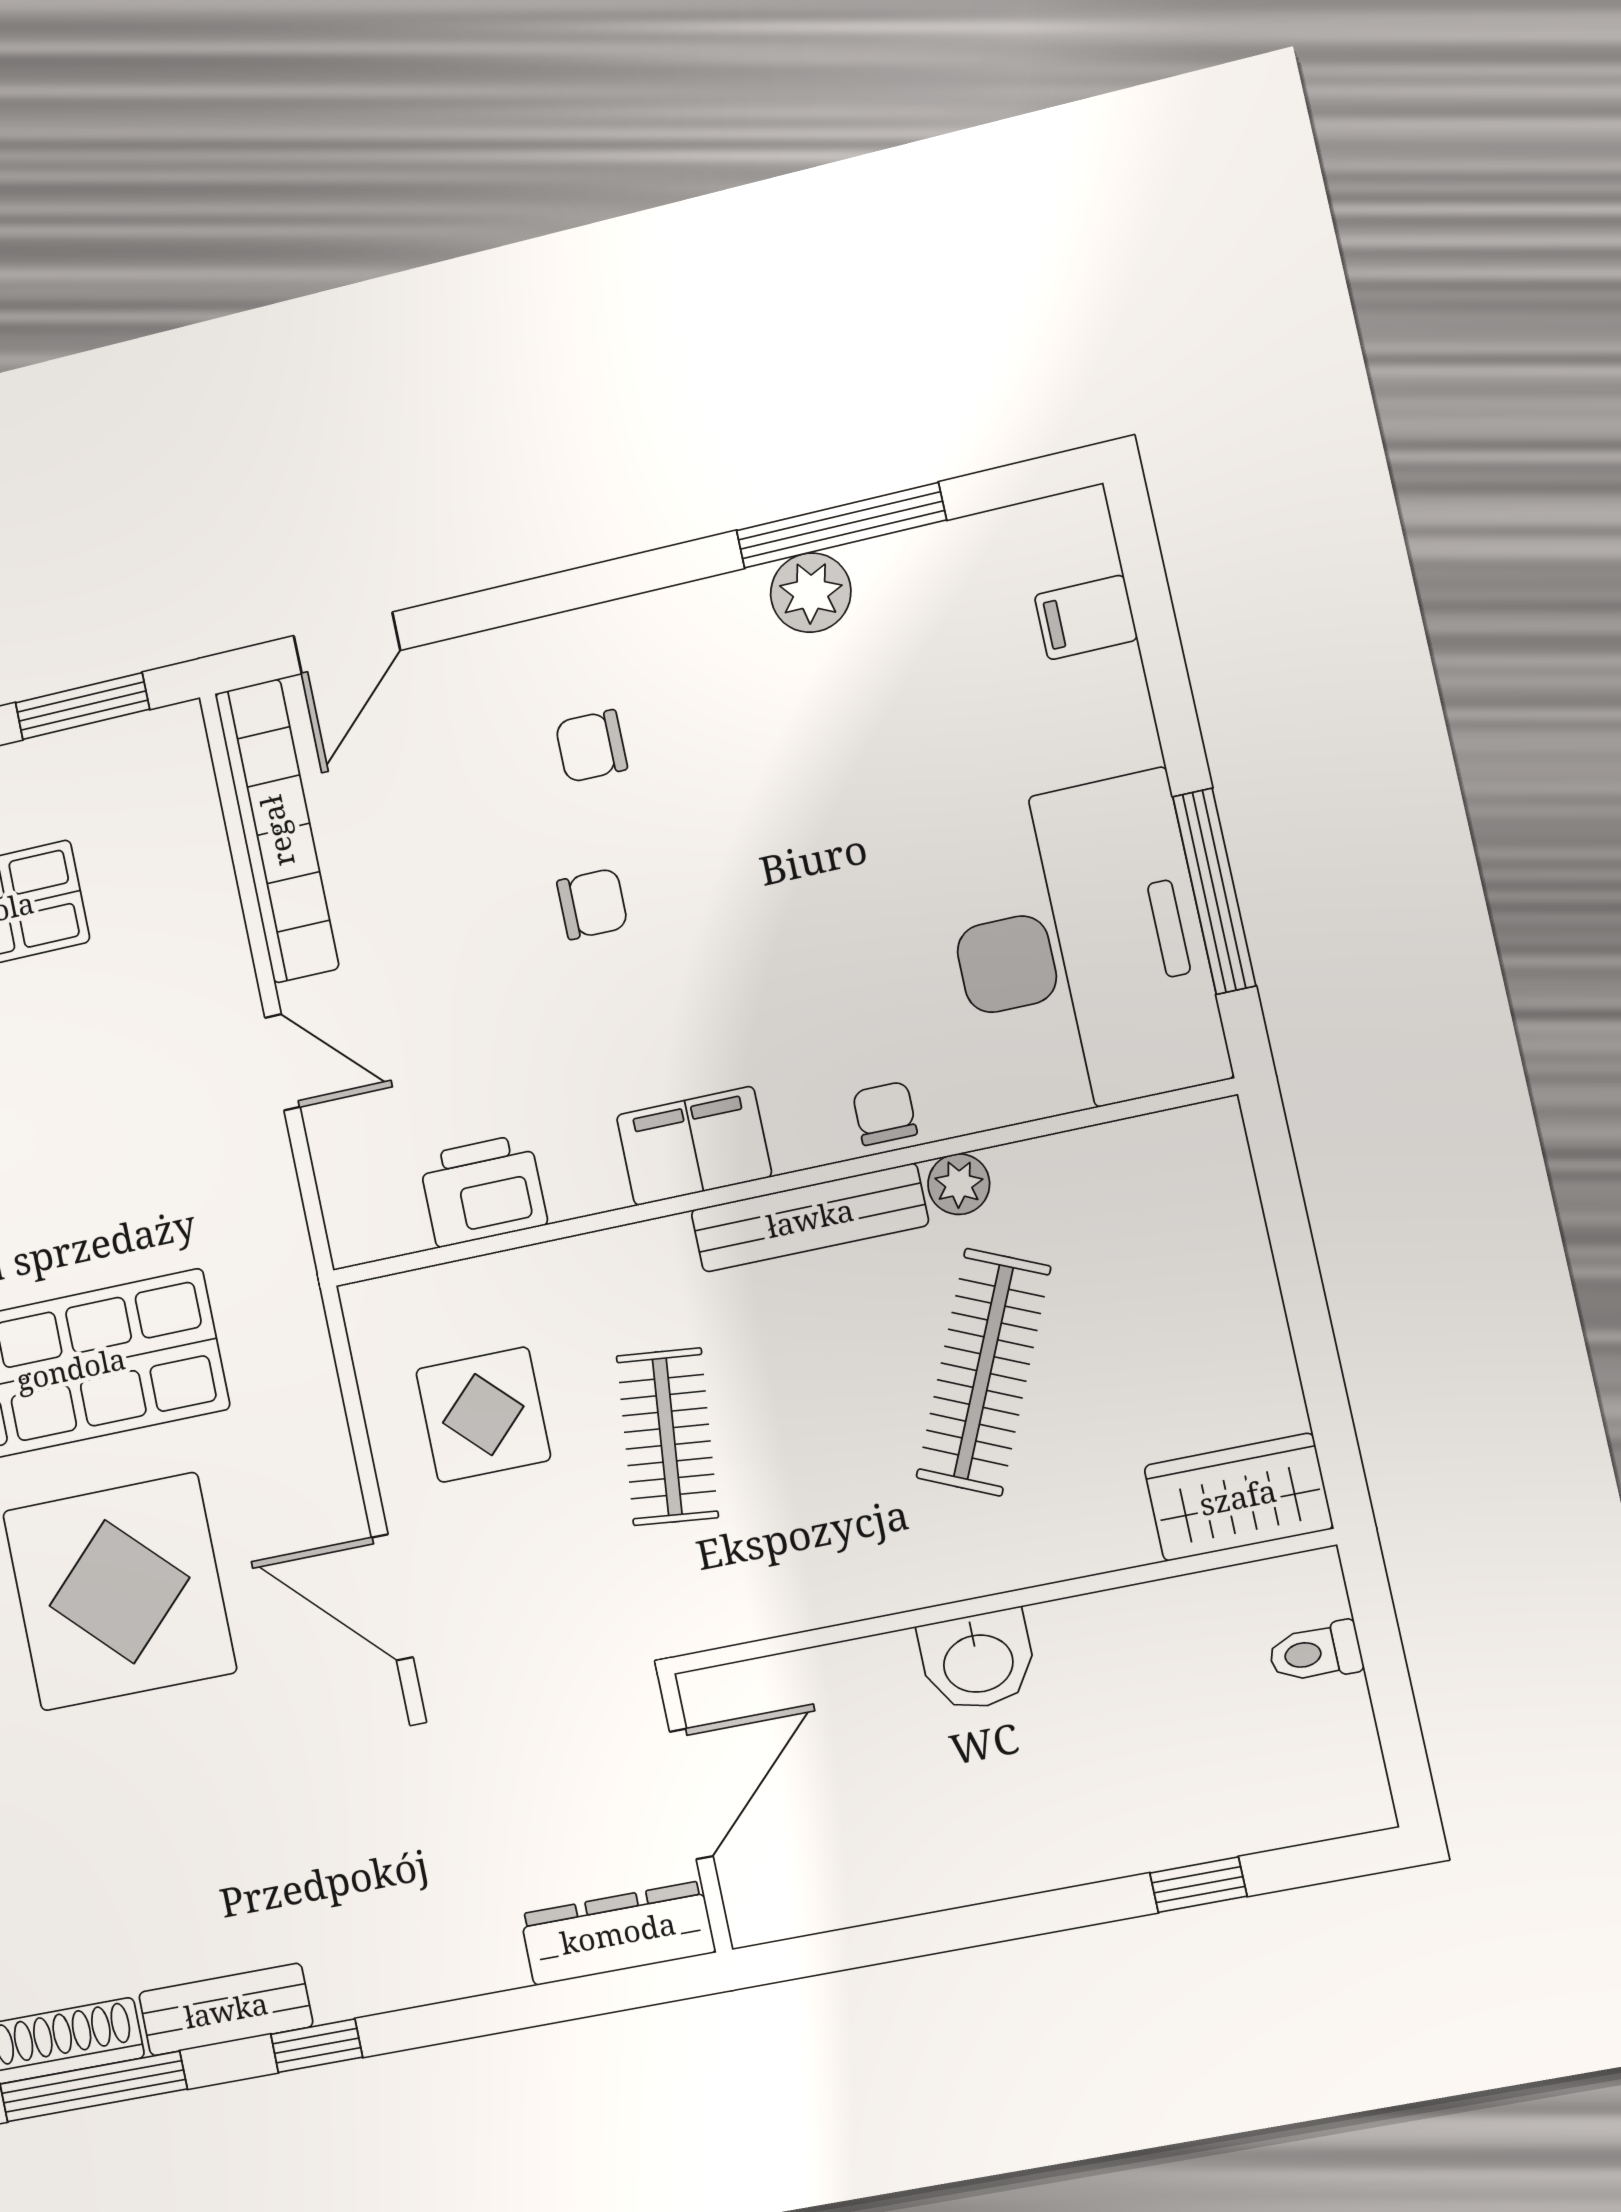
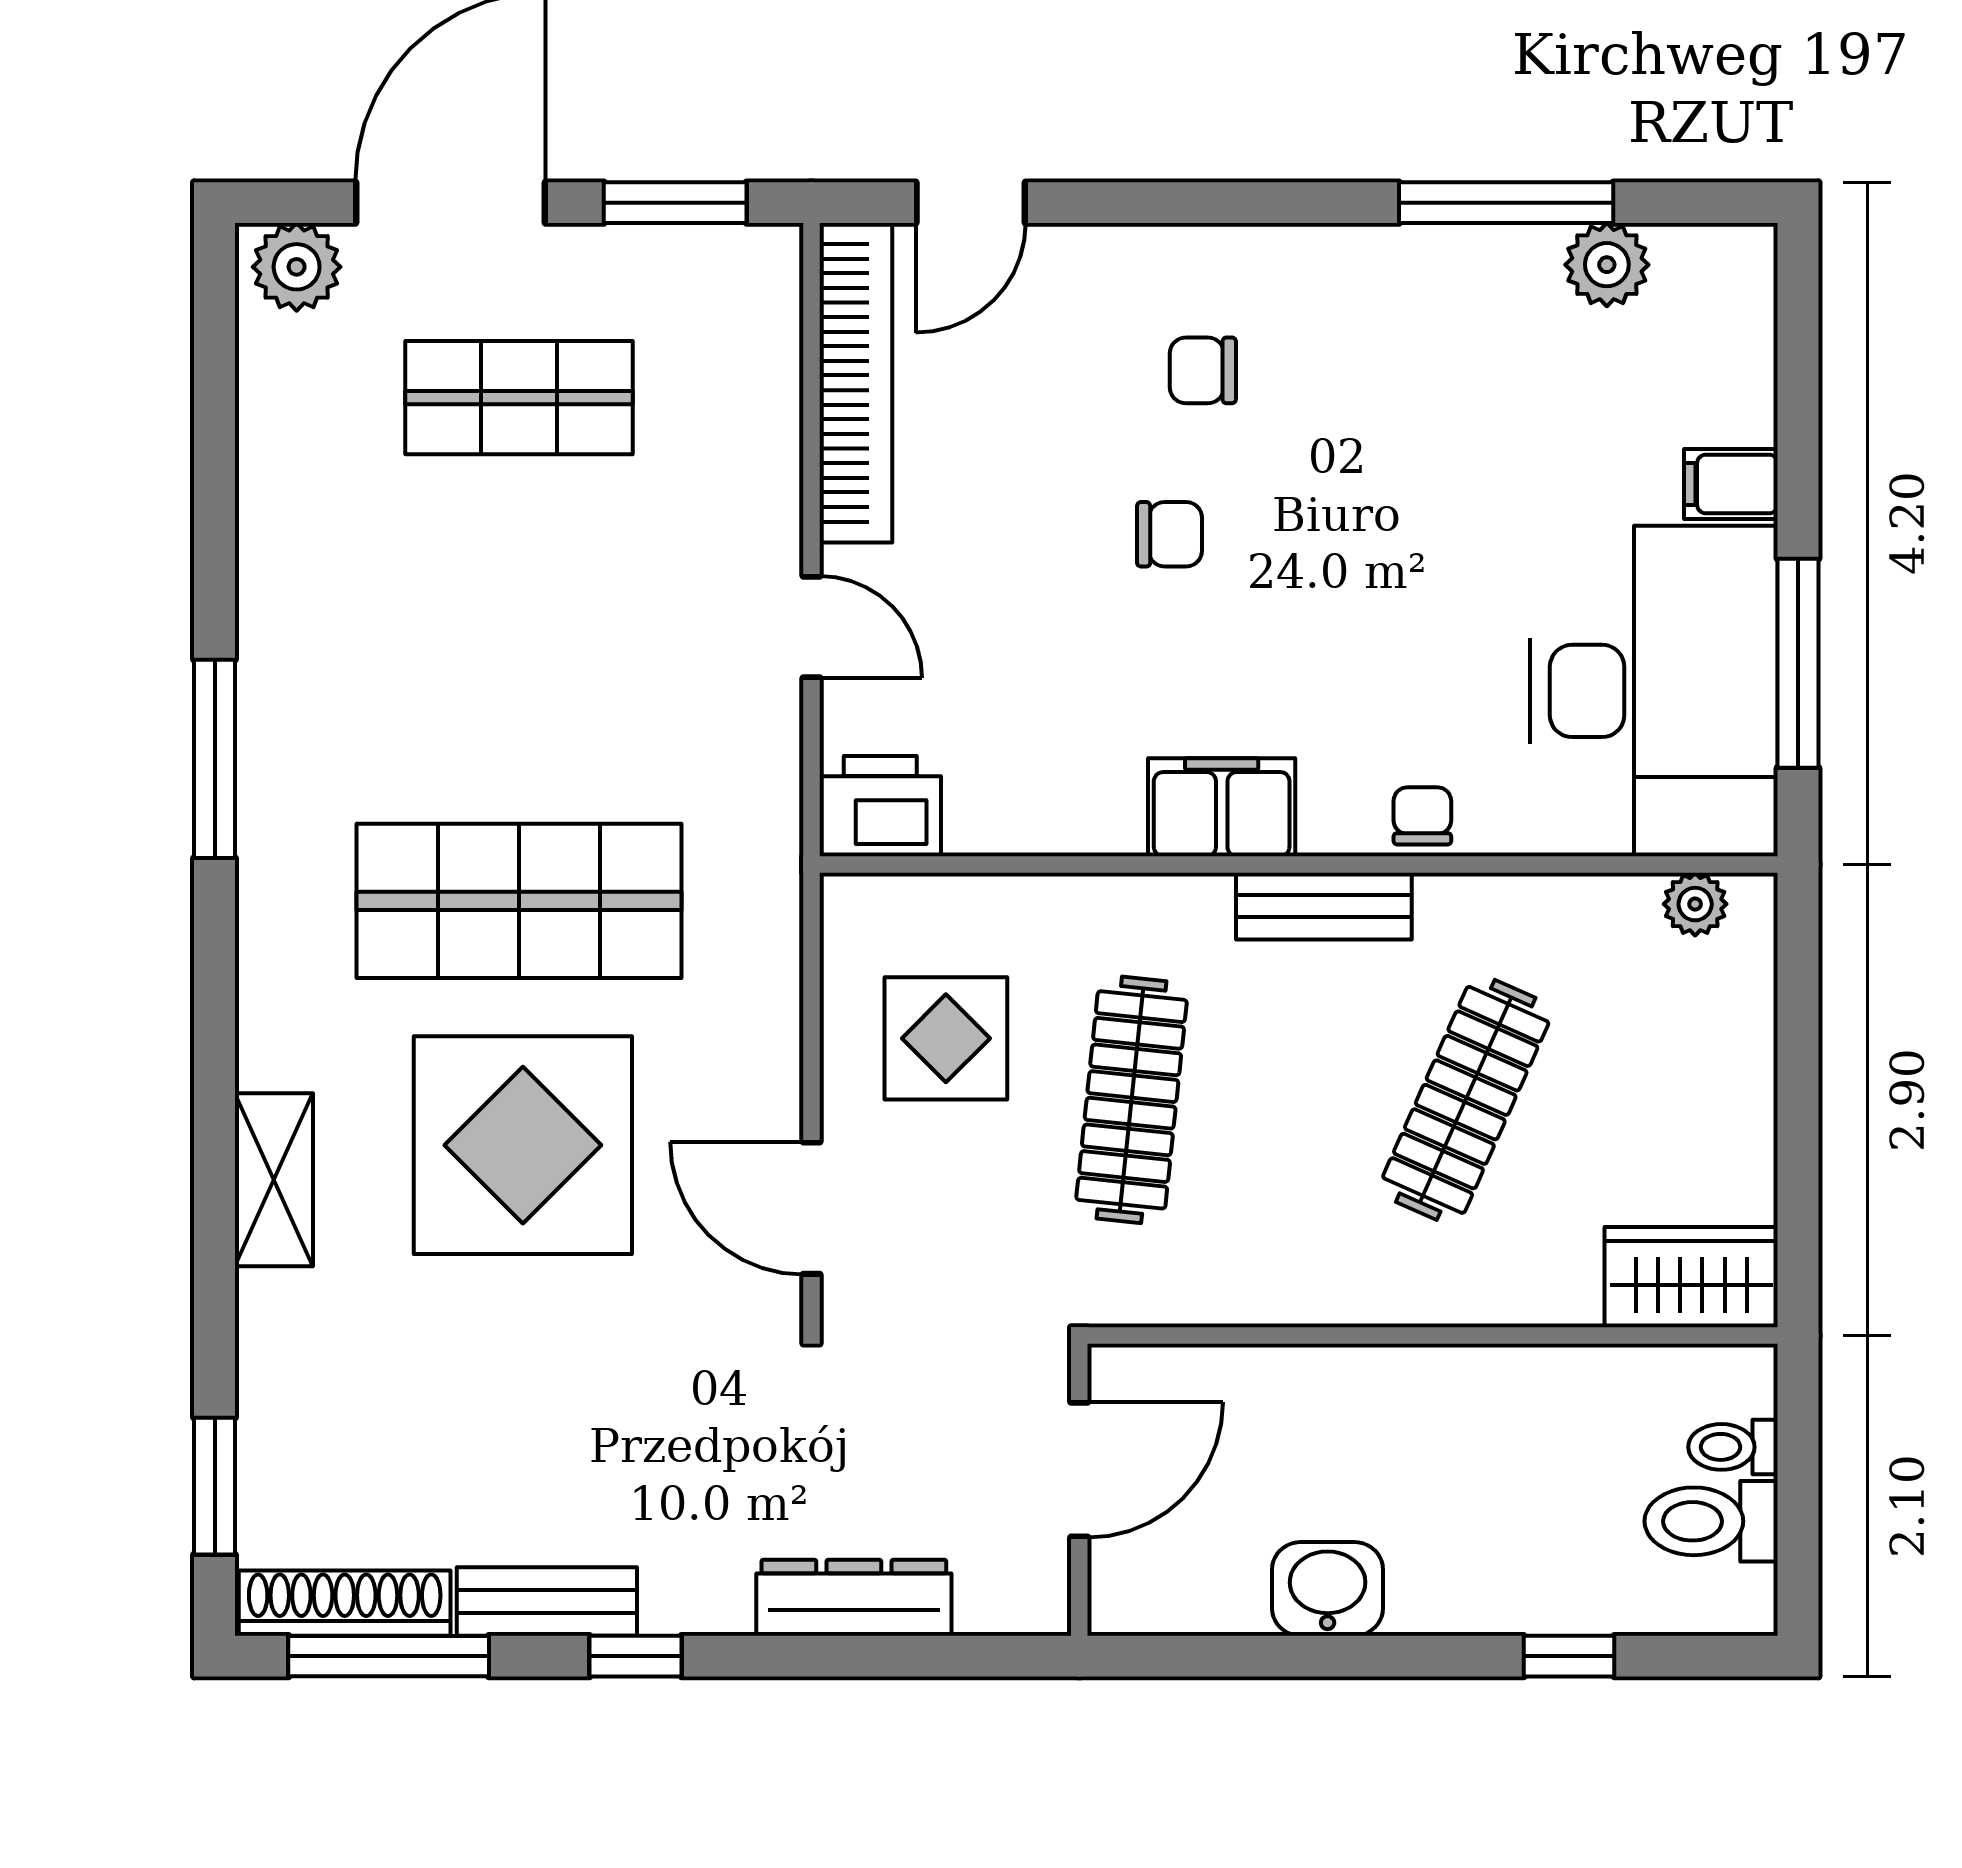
plant: (811, 593) -> (1607, 265), moved
filing cabinet: (1086, 617) -> (1731, 484), moved
plant: (959, 1184) -> (1695, 904), moved
printer: (483, 1190) -> (880, 806), moved
bench: (810, 1218) -> (1324, 906), width x0.73
clothes rail: (667, 1437) -> (1132, 1100), width x1.36
washbasin: (978, 1661) -> (1328, 1589), moved, turned 180
toilet: (1309, 1729) -> (1711, 1521), added
dresser: (618, 1933) -> (854, 1598), moved

